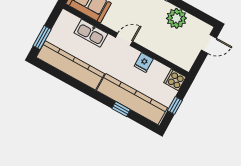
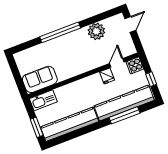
kitchen sink: (91, 33) -> (43, 100), moved
door: (124, 39) -> (117, 63), moved
window: (121, 109) -> (125, 115), width x2.17

